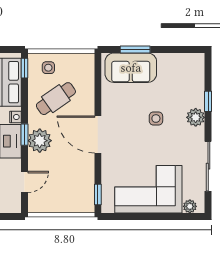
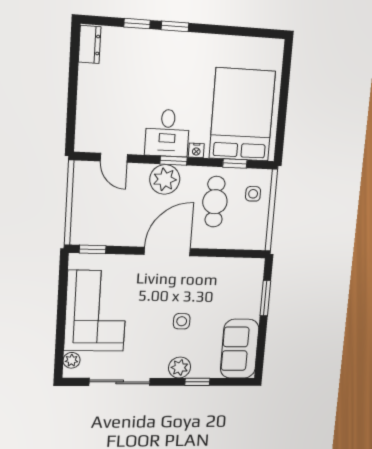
window: (24, 68) -> (235, 164), moved
sofa: (131, 68) -> (240, 349), moved
cafe table: (56, 99) -> (215, 202), turned 35

